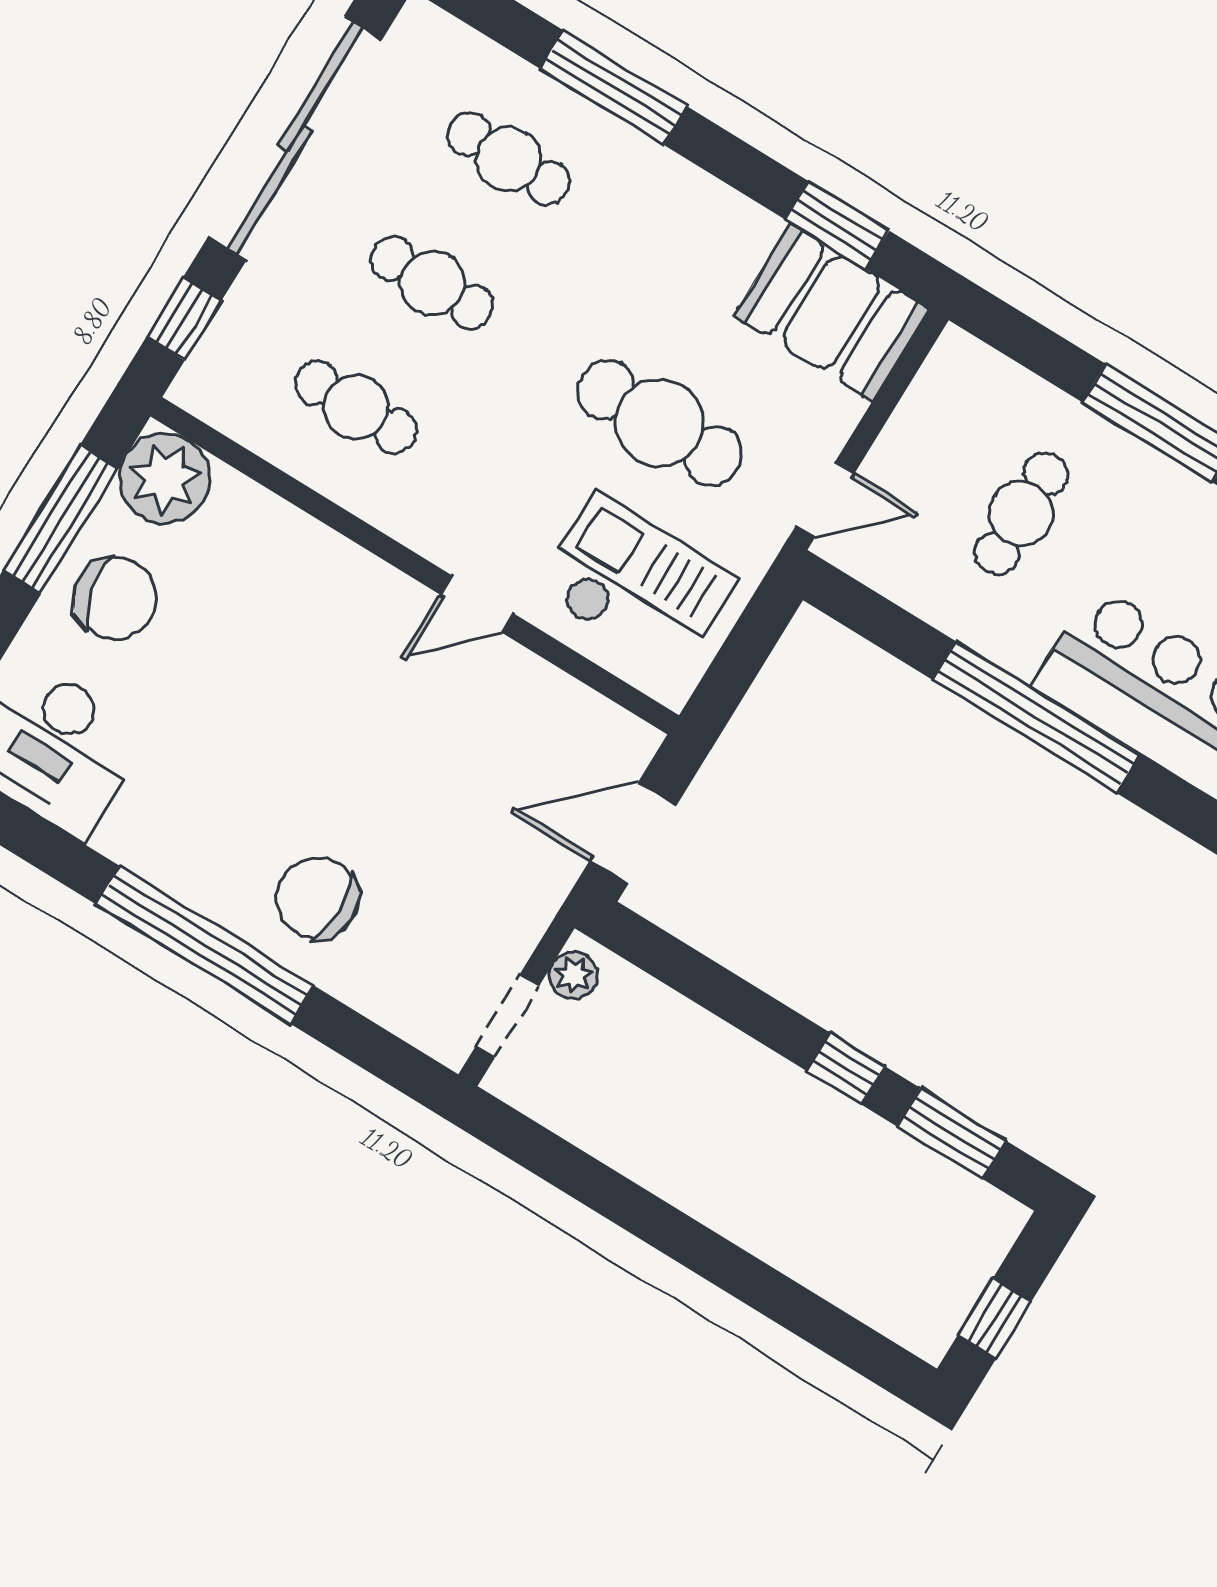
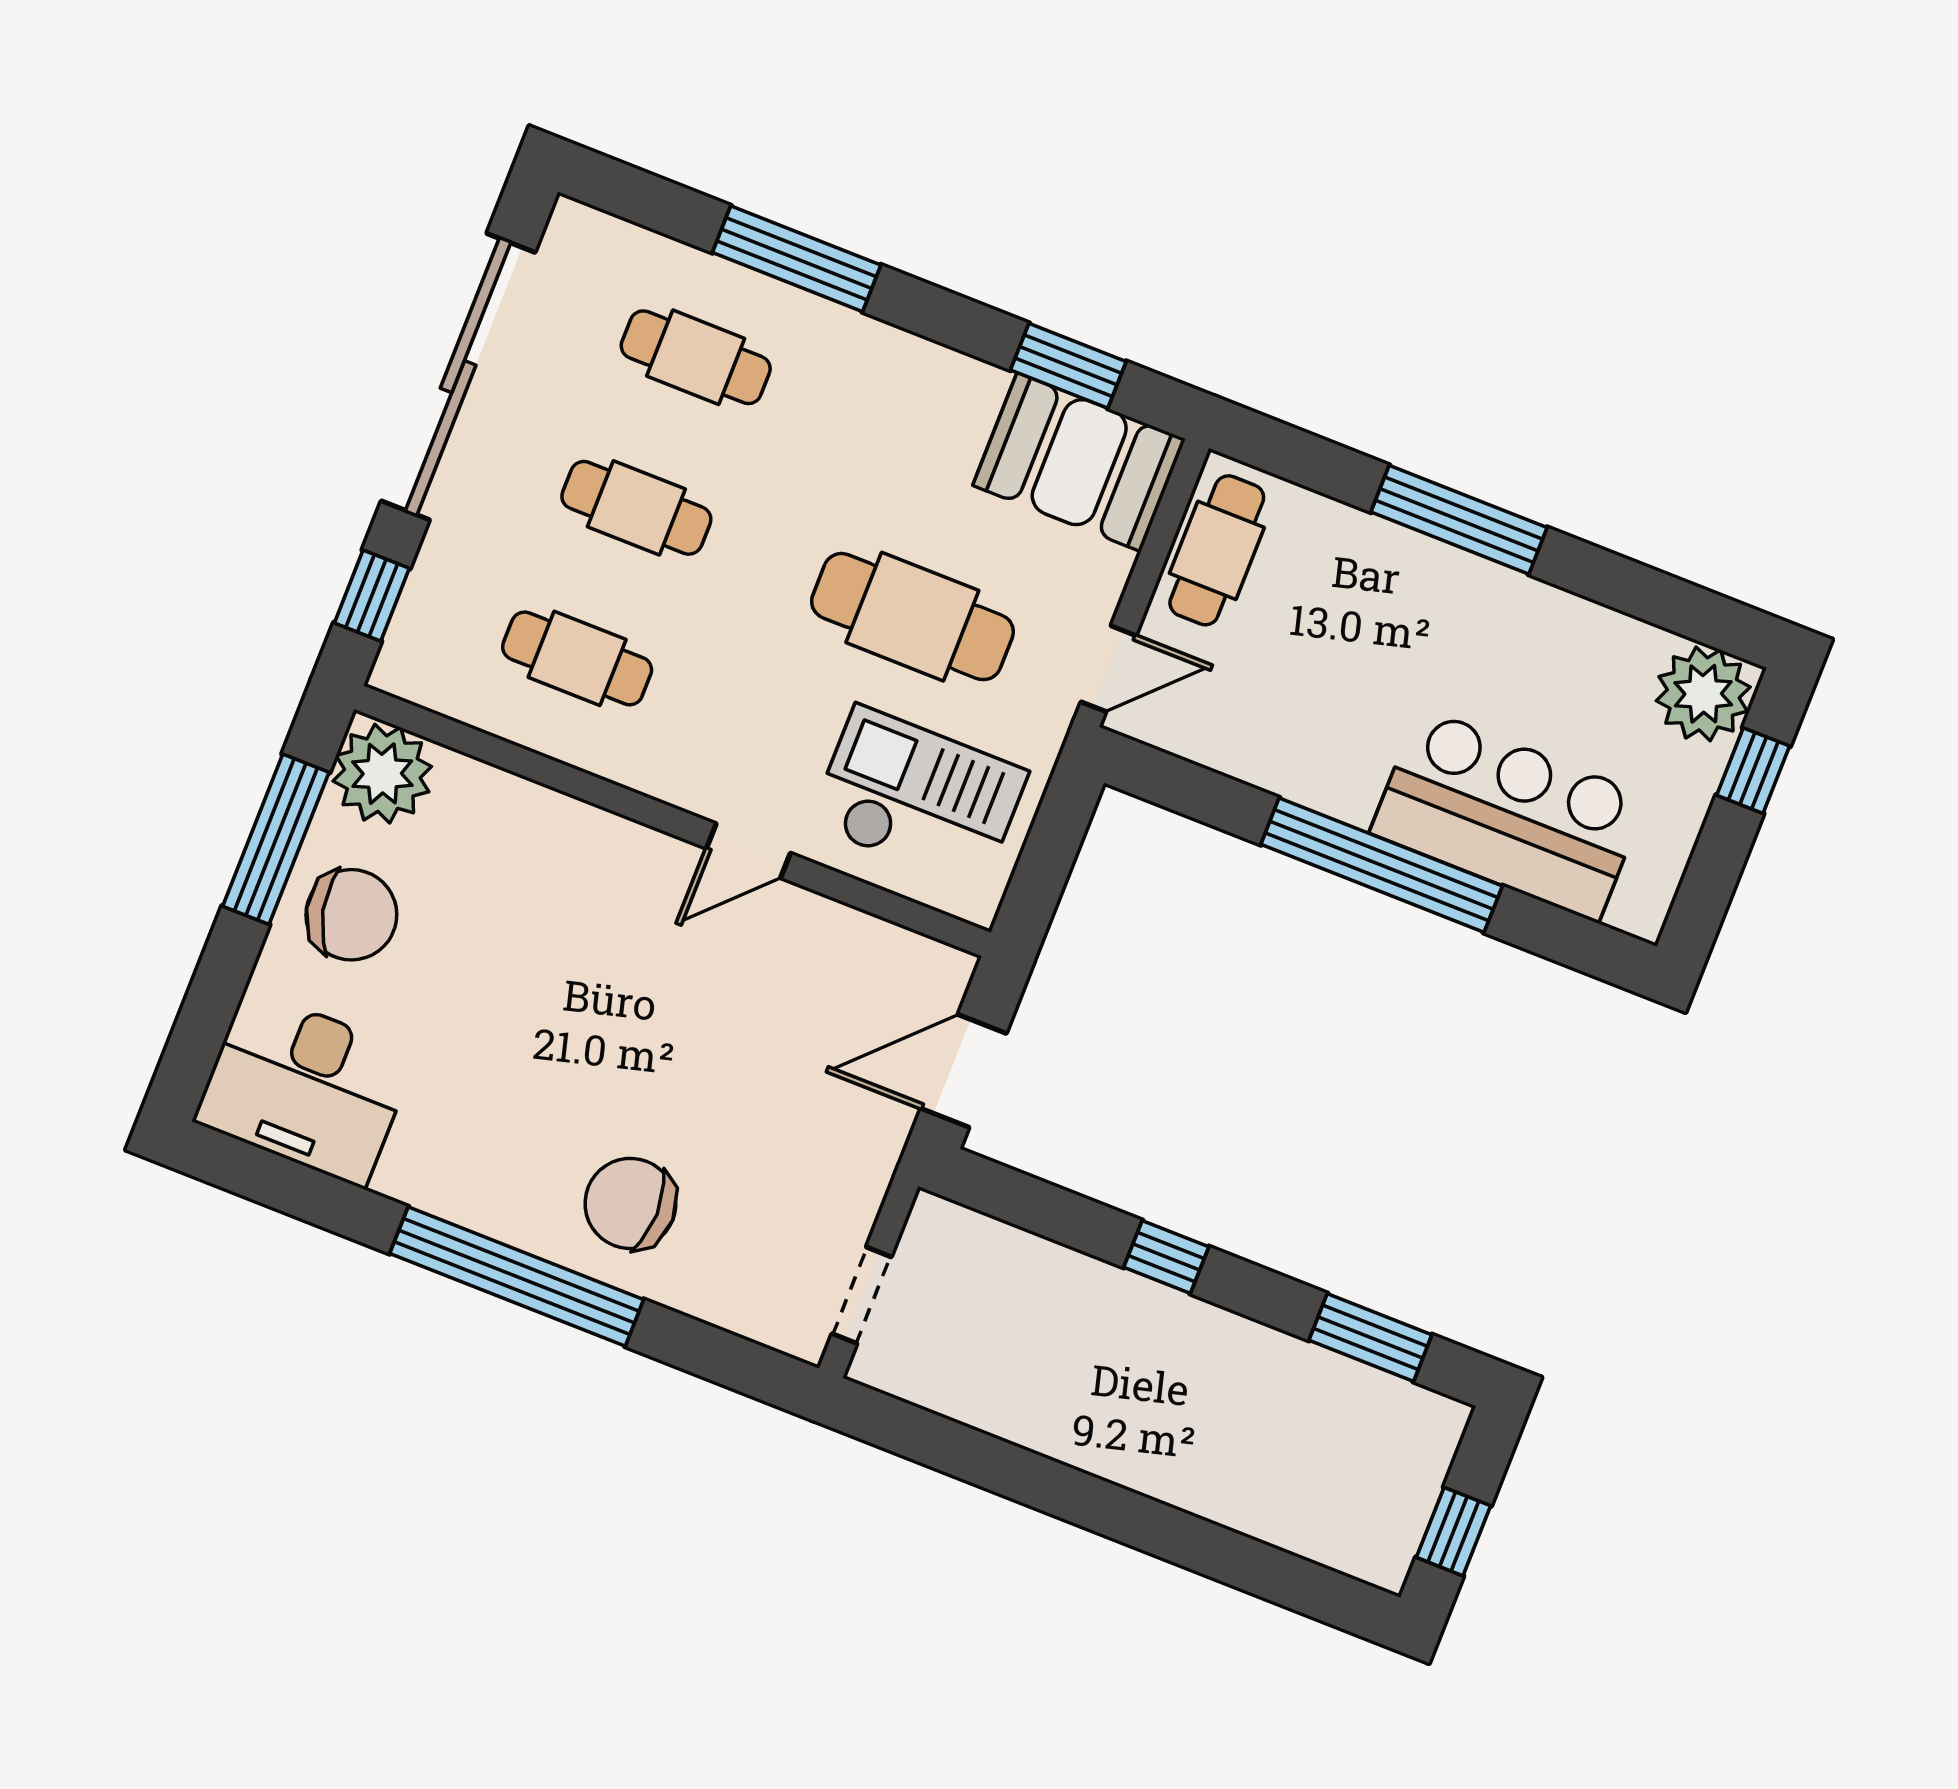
cafe table: (1021, 514) -> (1217, 550), moved
plant: (574, 975) -> (926, 1238), removed
window: (845, 1068) -> (1166, 1257), moved

